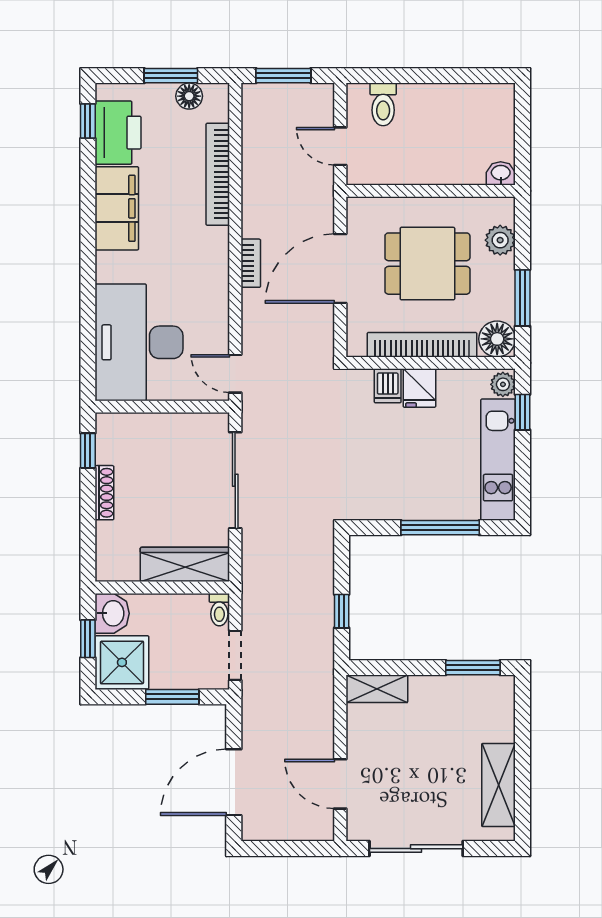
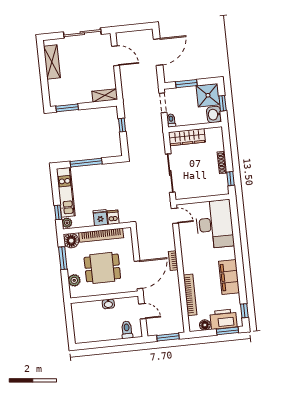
window: (171, 76) -> (227, 331), moved
printer: (118, 133) -> (223, 319), moved, turned 90
washbasin: (501, 173) -> (108, 304), moved
door: (340, 269) -> (138, 275), moved

